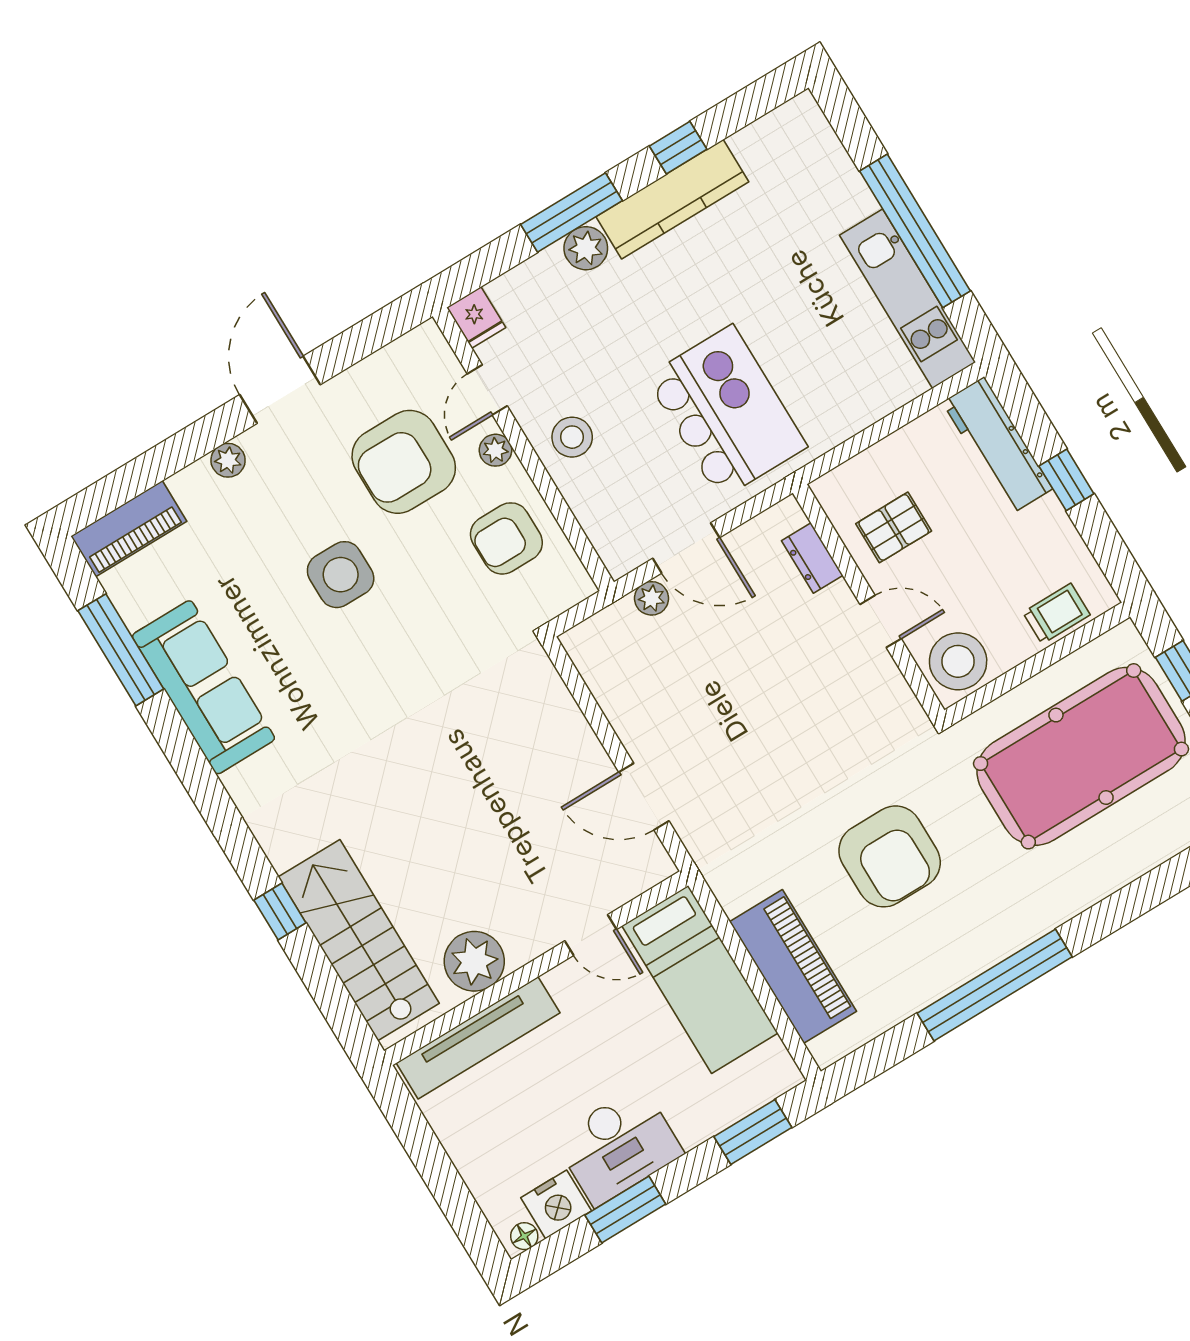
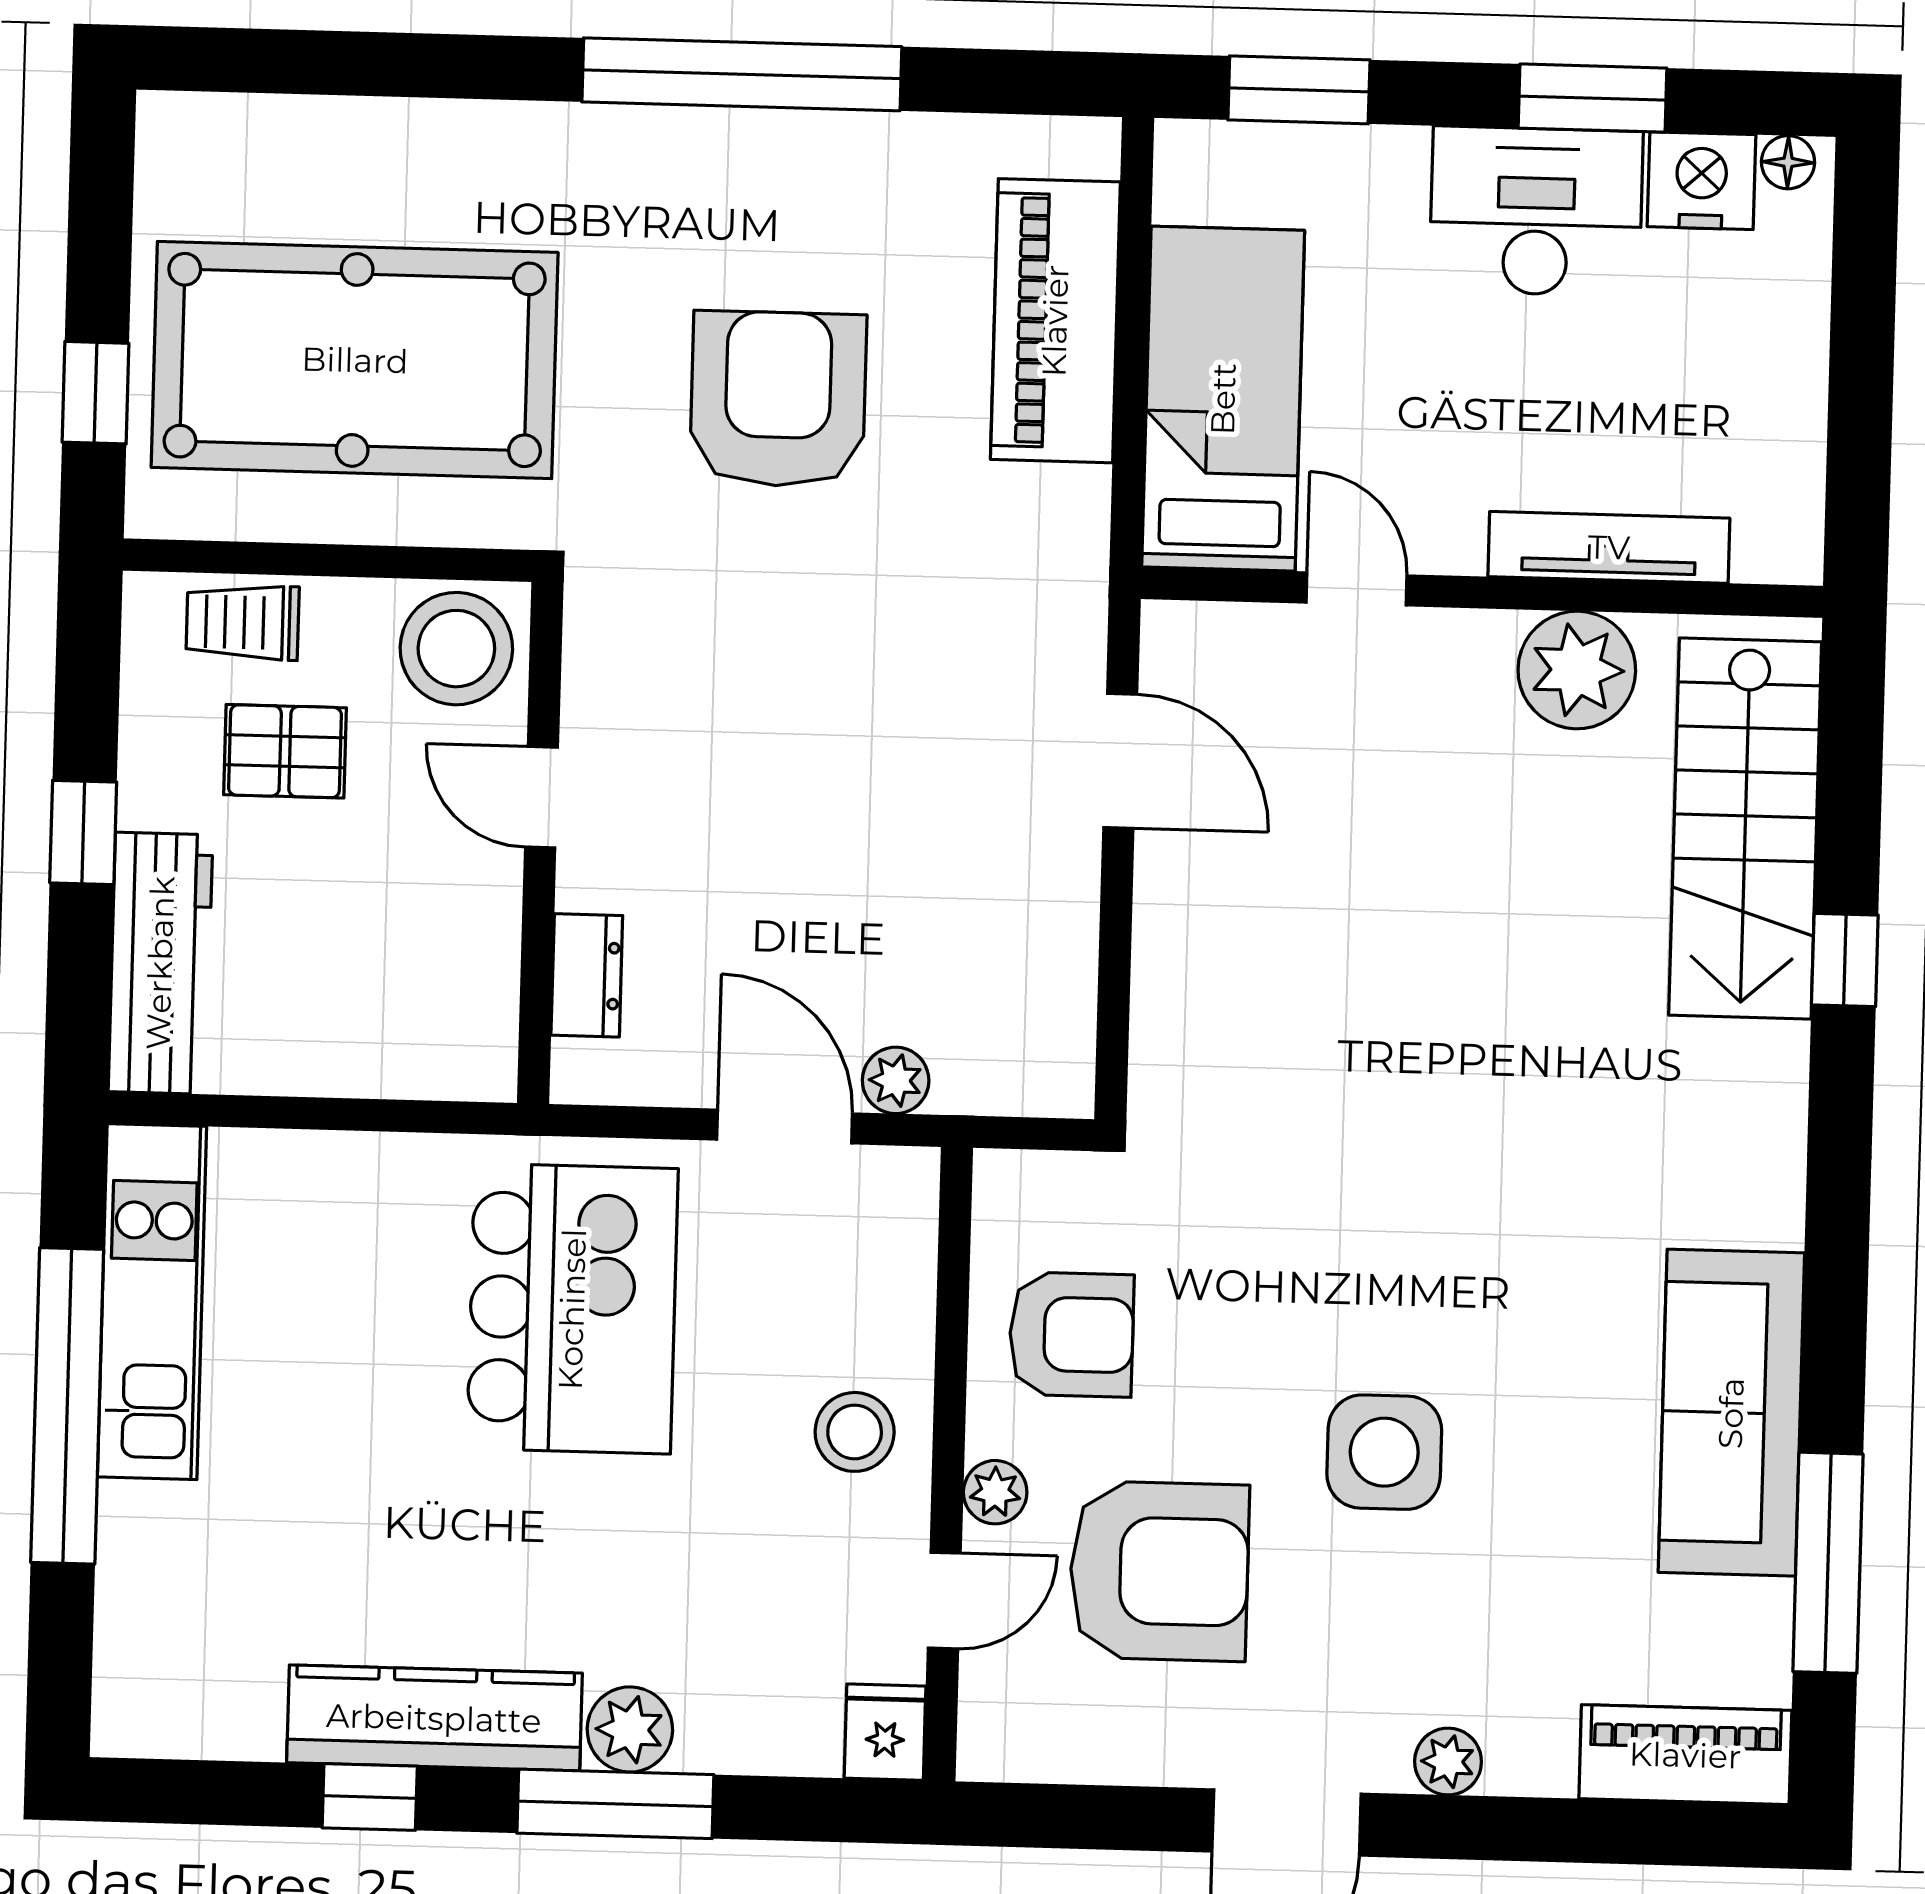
kitchen island: (726, 412) -> (572, 1309), turned 180
pallet: (894, 527) -> (285, 751), moved
tv unit: (478, 1038) -> (1609, 547), width x0.73, depth x0.78

